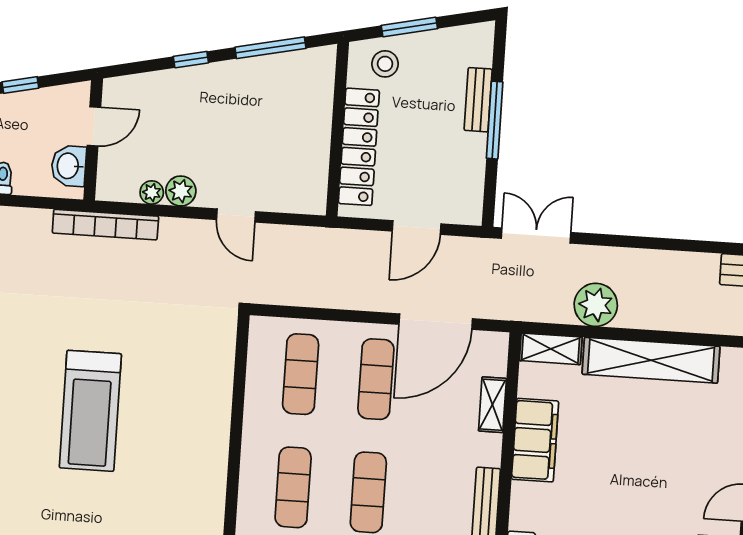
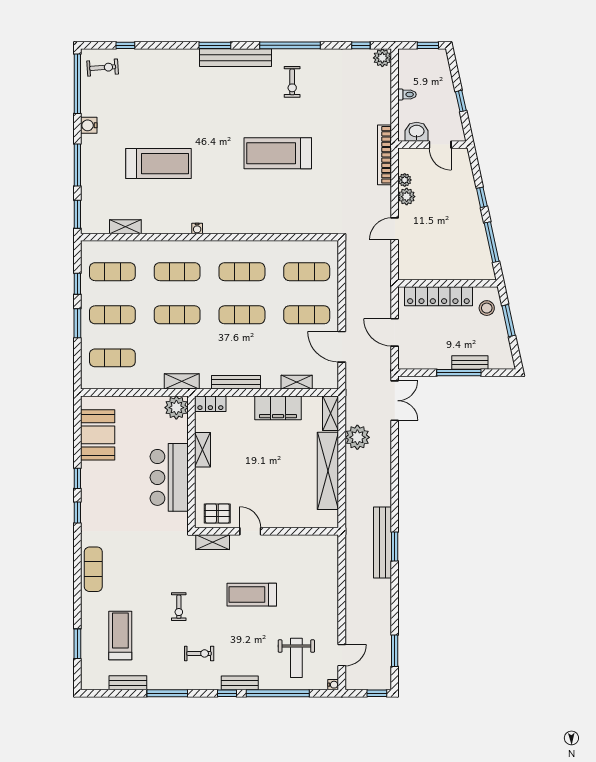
door: (436, 322) -> (342, 347), width x0.73

